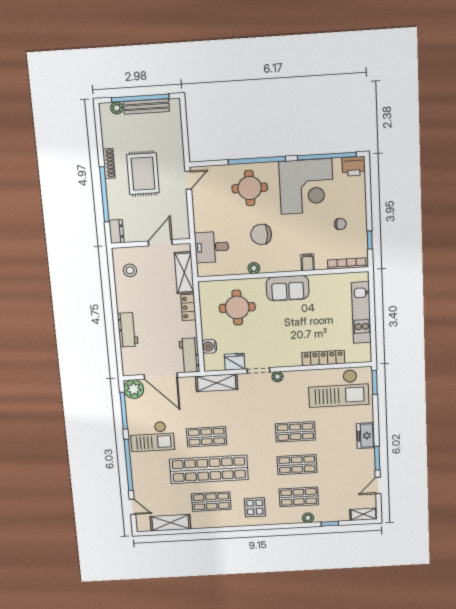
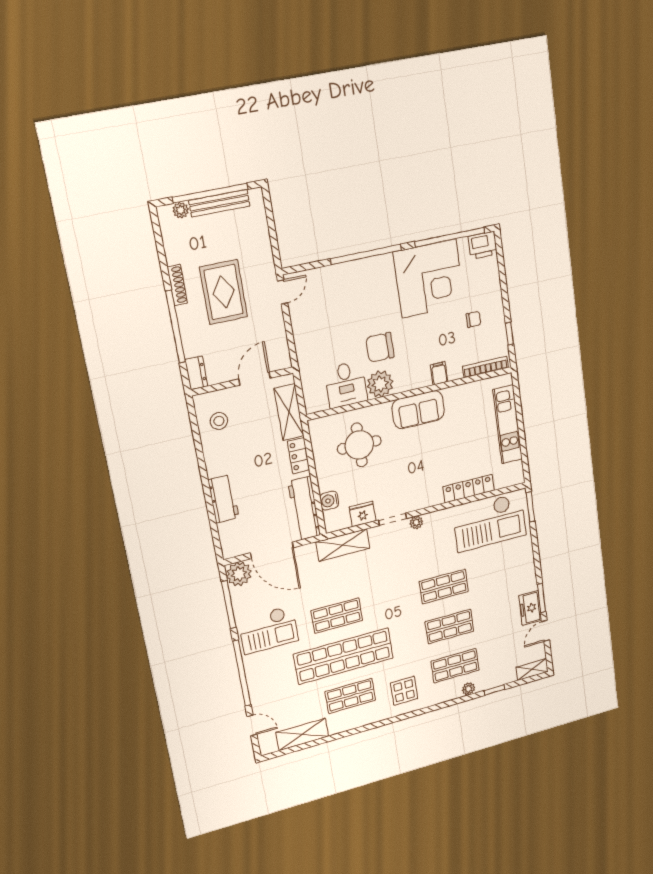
round table: (250, 188) -> (360, 291), removed
desk: (212, 247) -> (346, 384), moved, turned -90
plant: (254, 268) -> (380, 384), width x1.88, depth x1.88
workbench: (189, 355) -> (304, 509), width x1.38
freezer: (366, 436) -> (530, 608), moved

